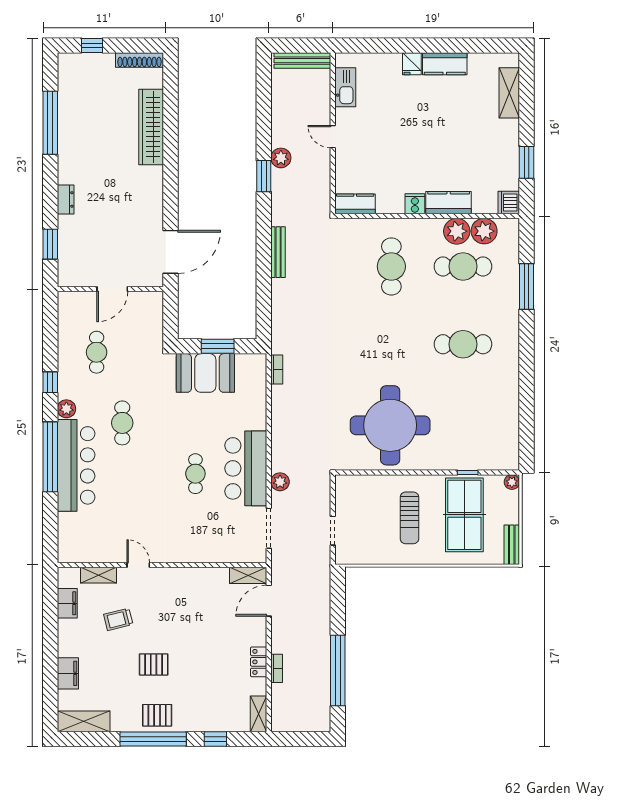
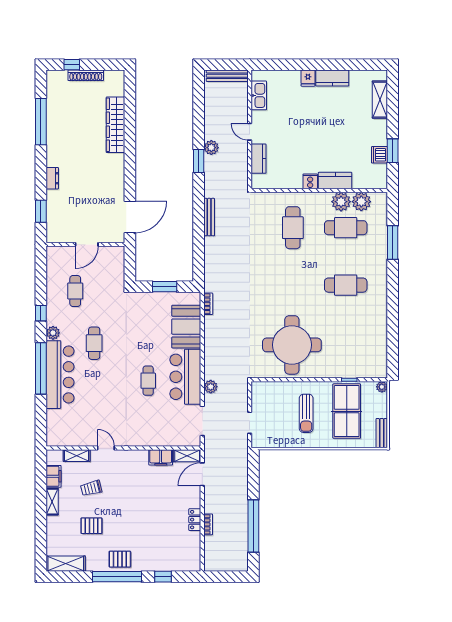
shoe rack: (140, 60) -> (86, 75), moved
dishwasher: (509, 203) -> (379, 155), moved
kitchen counter: (355, 204) -> (259, 159), moved, turned 90
booth: (205, 373) -> (186, 327), moved, turned 90
pallet: (154, 664) -> (92, 526), moved
filing cabinet: (68, 673) -> (161, 457), moved, turned 90
shelving: (259, 714) -> (52, 502), moved

